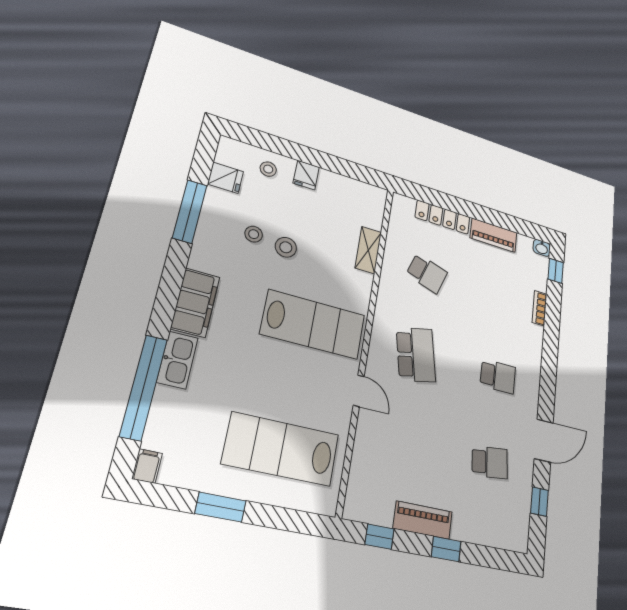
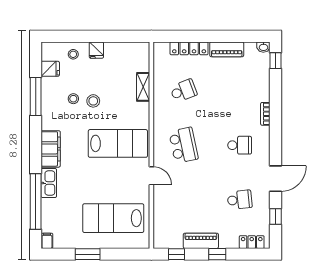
school desk: (427, 273) -> (183, 91), turned -39
bookcase: (540, 308) -> (265, 114), moved
locker: (501, 538) -> (252, 242), added

